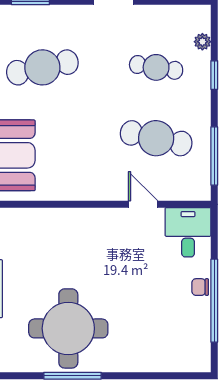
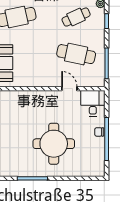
cafe table: (156, 67) -> (76, 17), turned -33
round table: (68, 328) -> (54, 144), moved

